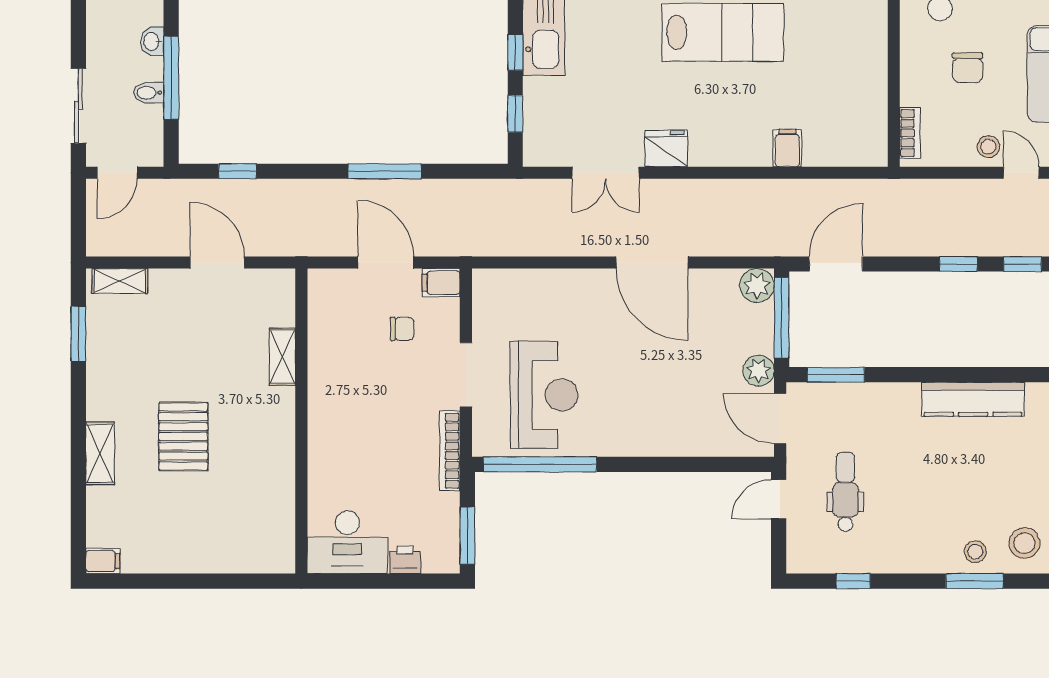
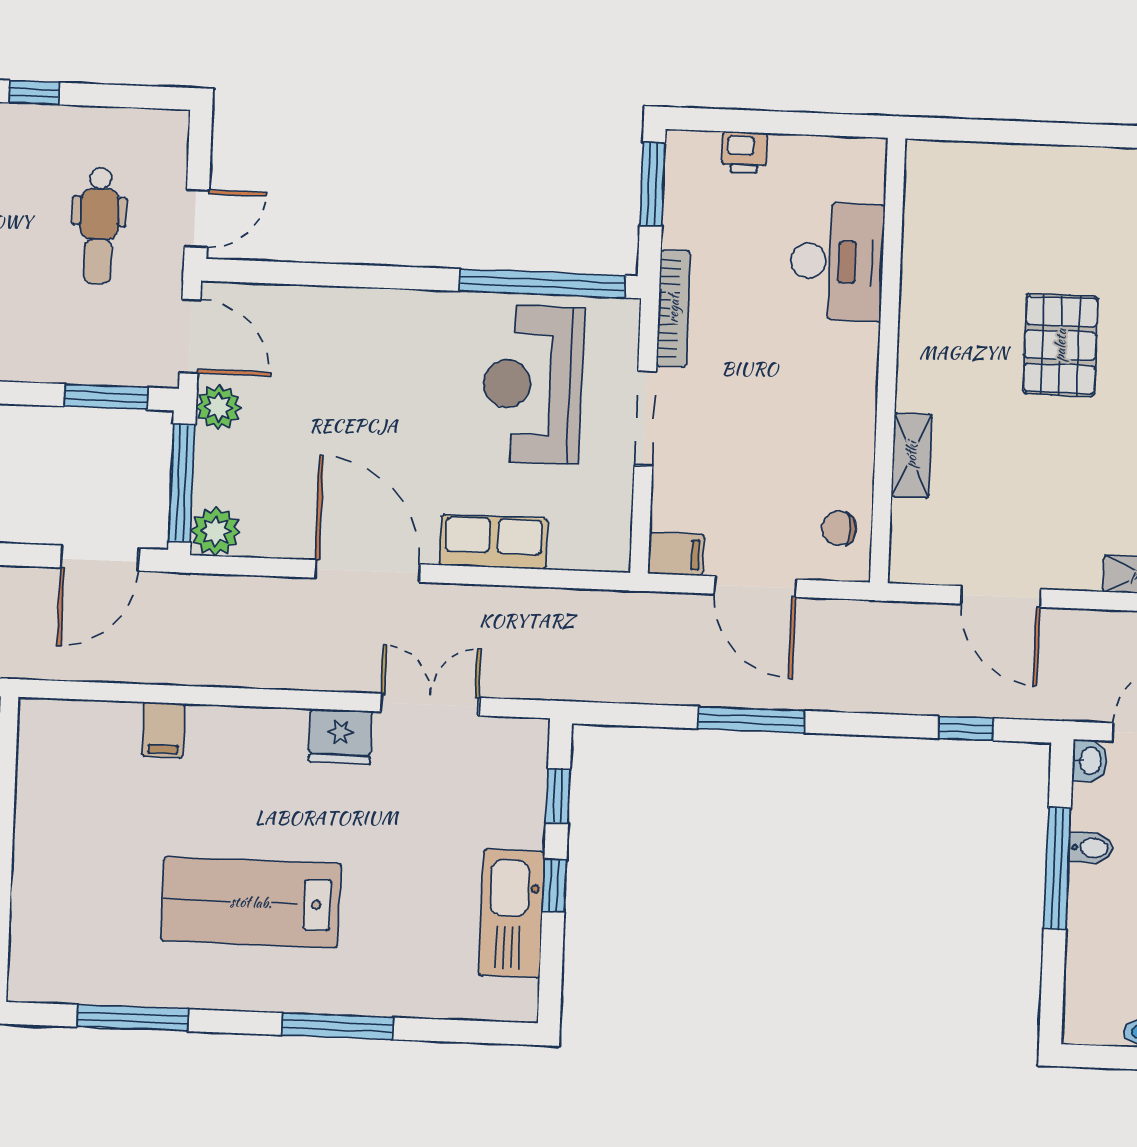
washbasin: (152, 42) -> (1090, 761), moved
row of seats: (566, 286) -> (494, 542), added
chair: (402, 329) -> (839, 528), moved
desk: (347, 542) -> (837, 262), moved, turned 90
window: (853, 581) -> (34, 93), moved

